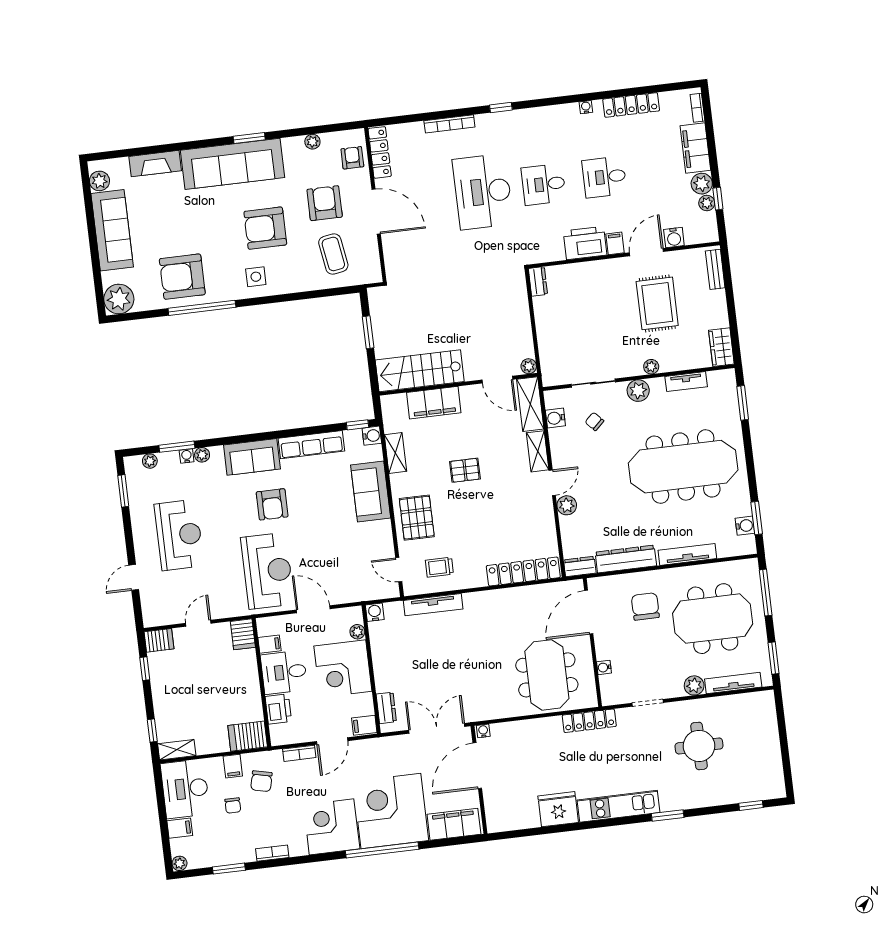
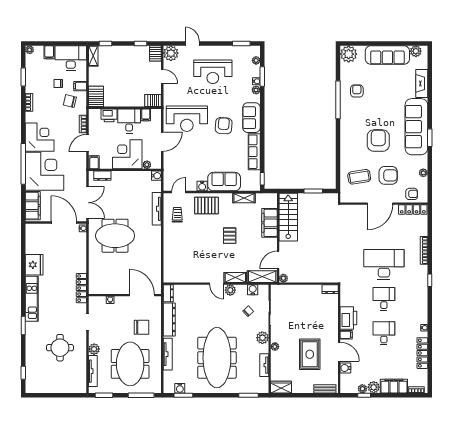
armchair: (182, 277) -> (357, 91), width x0.53, depth x0.53
side table: (256, 277) -> (352, 132), removed
rug: (657, 303) -> (310, 354), turned 90
water cooler: (372, 436) -> (202, 186), moved
armchair: (272, 504) -> (224, 126), turned 94
plant: (567, 505) -> (230, 290), moved
locker: (523, 572) -> (169, 261), removed
plant: (155, 613) -> (171, 53), added
meeting table: (547, 675) -> (115, 236), moved
door: (332, 741) -> (87, 143), hinge flipped

